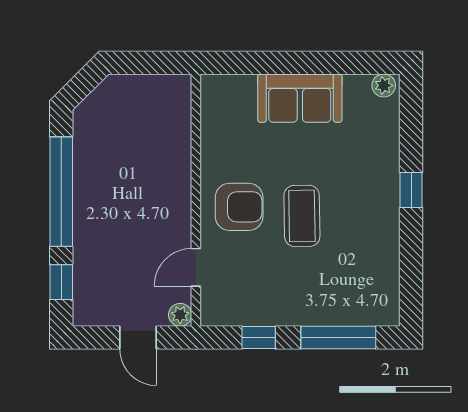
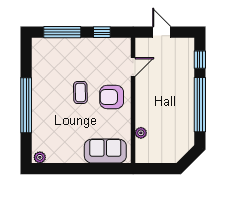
sofa: (300, 98) -> (105, 151), moved
window: (411, 190) -> (26, 105), width x3.17
coffee table: (302, 216) -> (80, 93), width x0.73, depth x0.77
plant: (180, 315) -> (141, 133), moved

